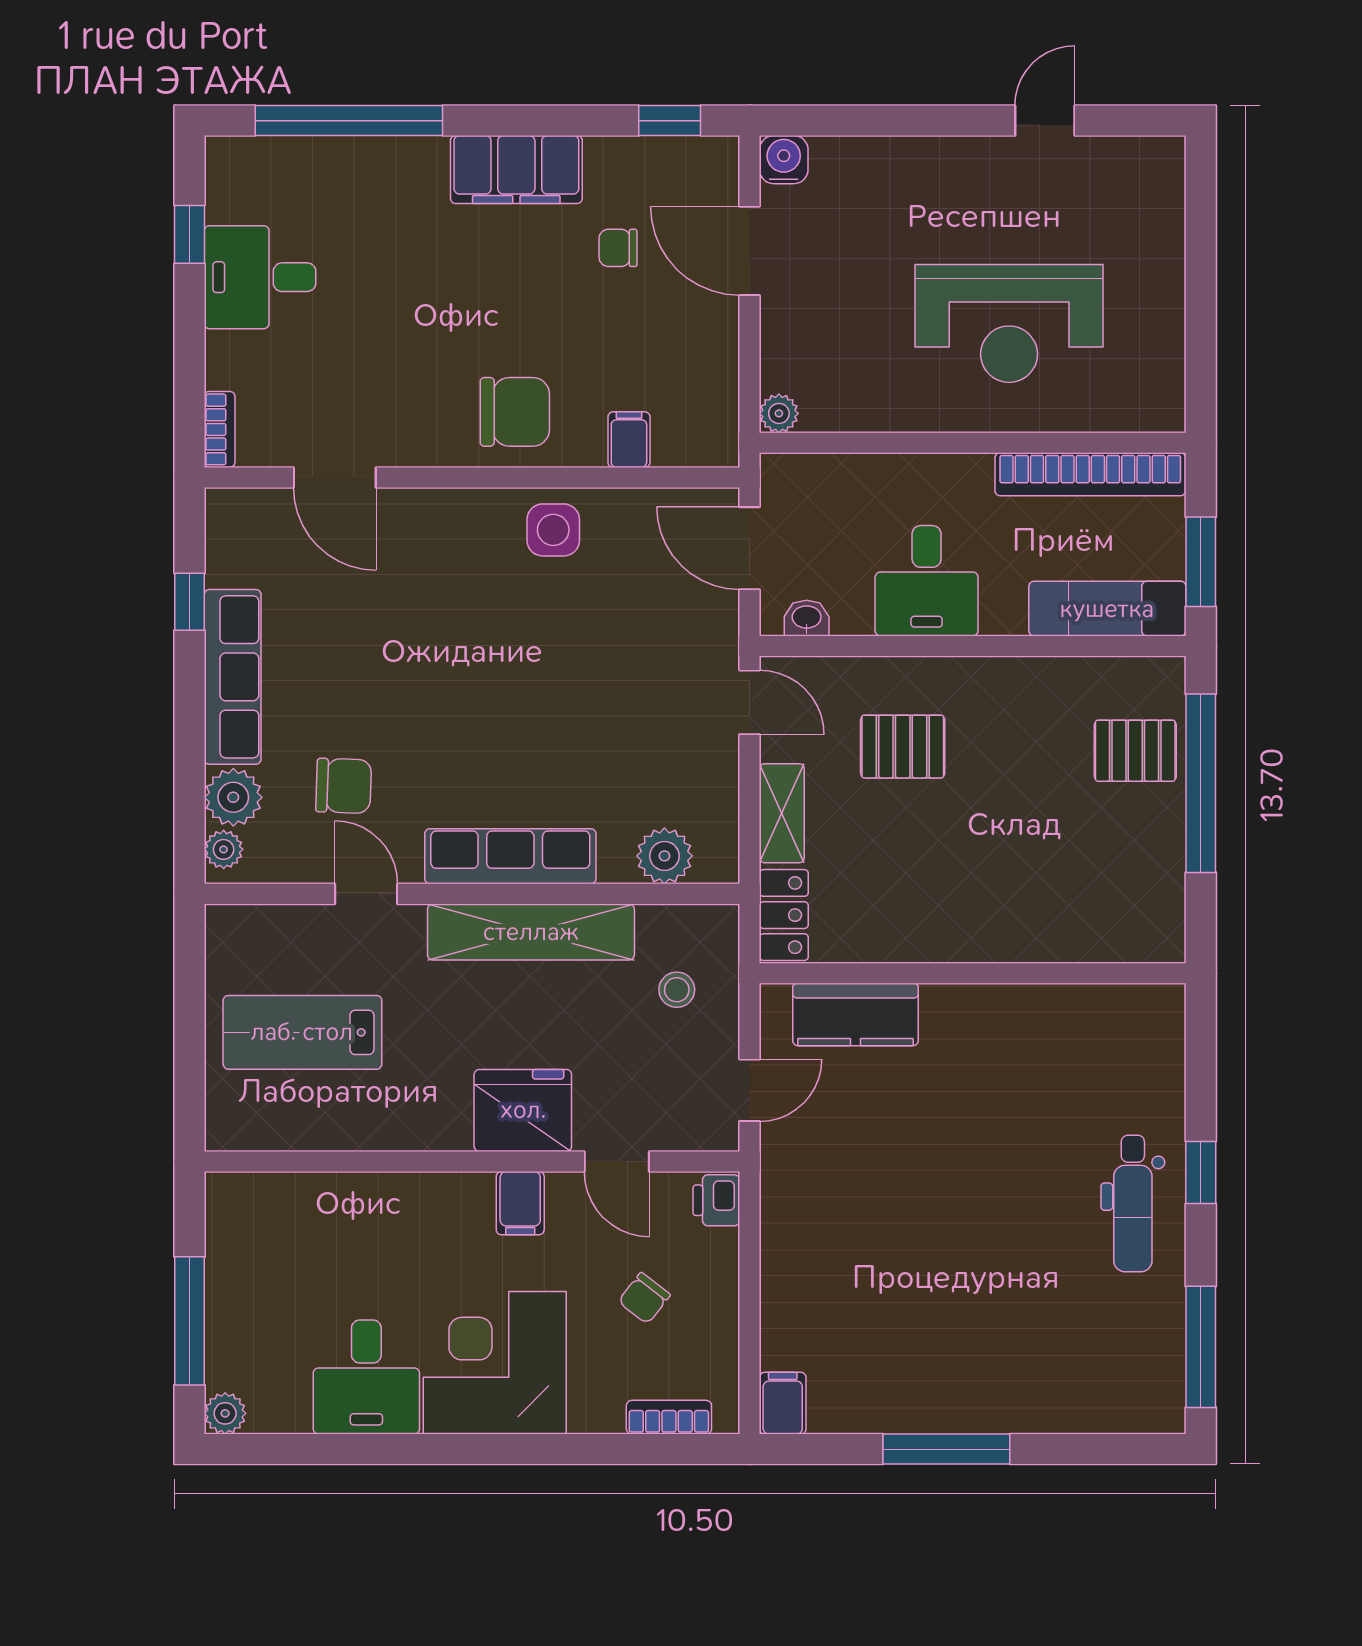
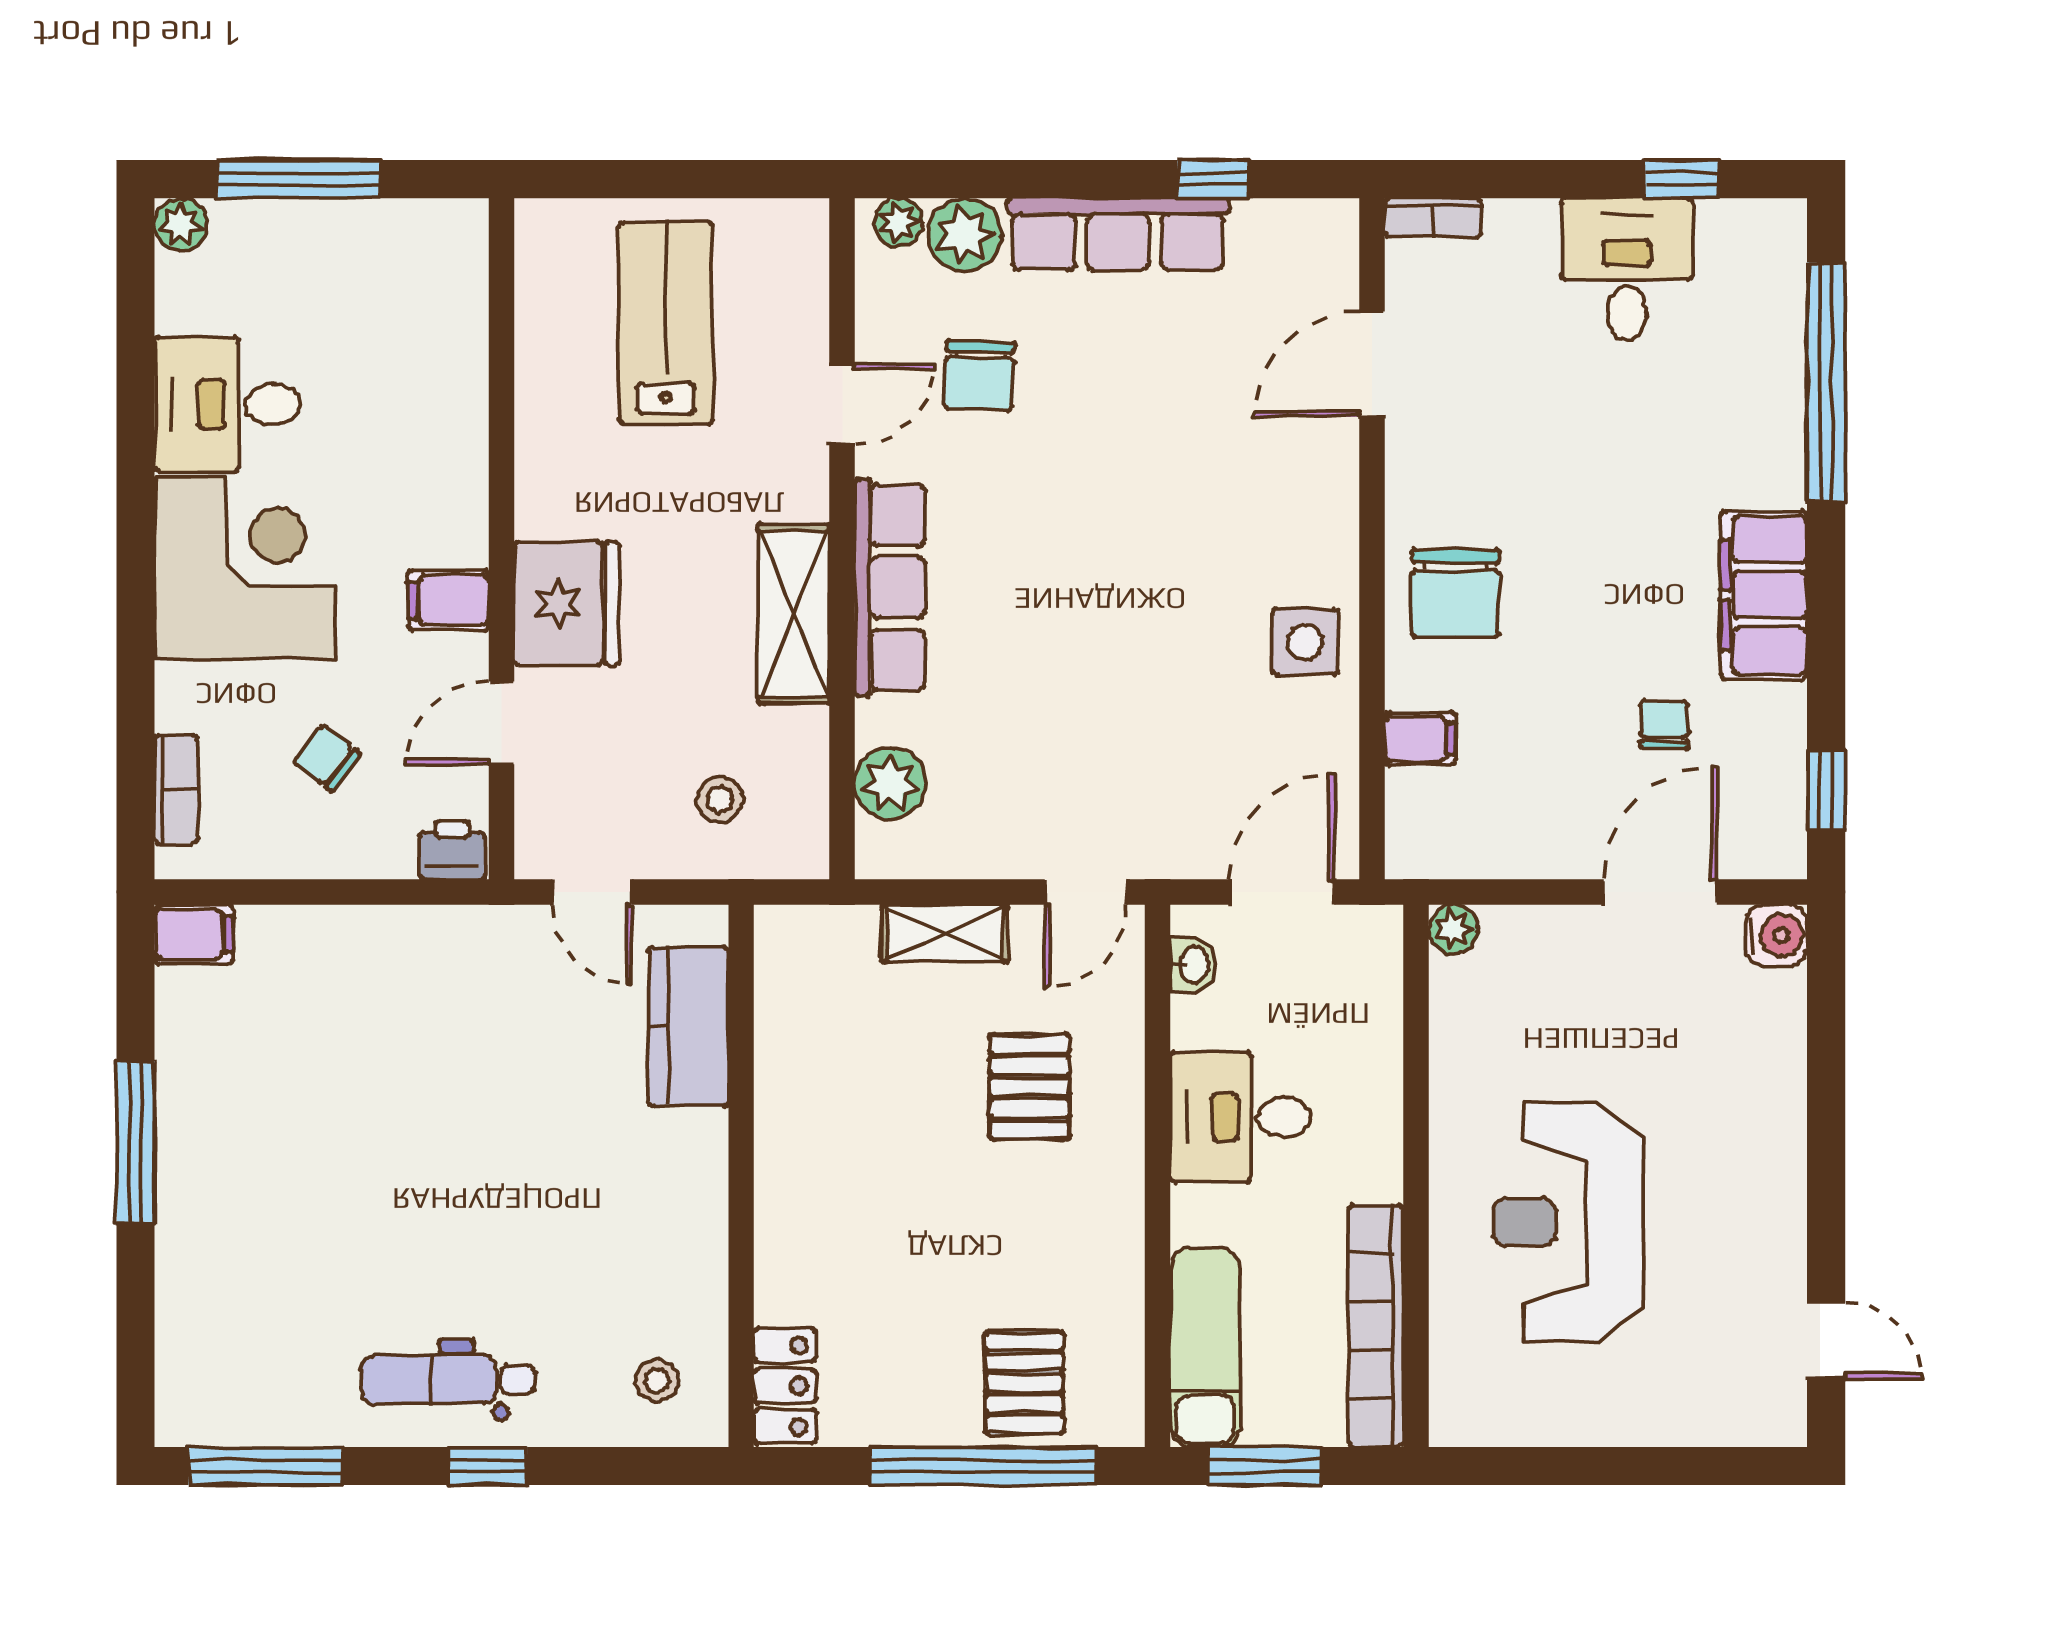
door: (1045, 121) -> (1826, 1341), moved
locker: (784, 915) -> (785, 1386), moved, turned -90
shelving: (531, 932) -> (794, 614), width x0.68
stool: (1133, 1039) -> (657, 1380), added

